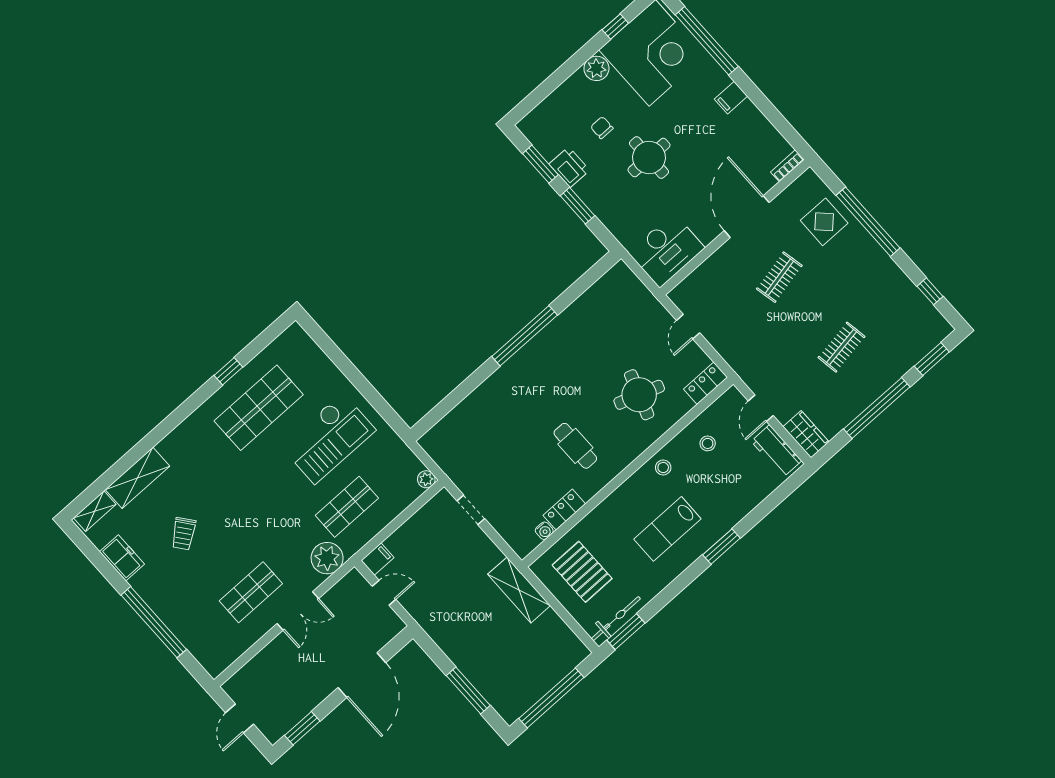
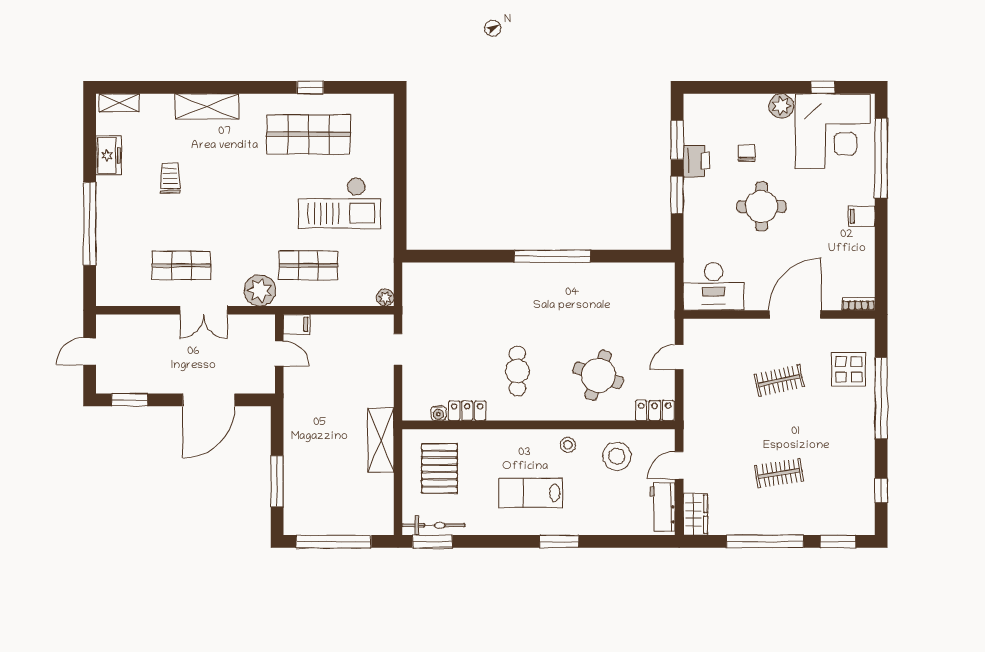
stool: (708, 443) -> (617, 456), width x1.89, depth x1.89
shelving: (137, 478) -> (207, 106), moved
trolley: (184, 534) -> (170, 178), turned 128

